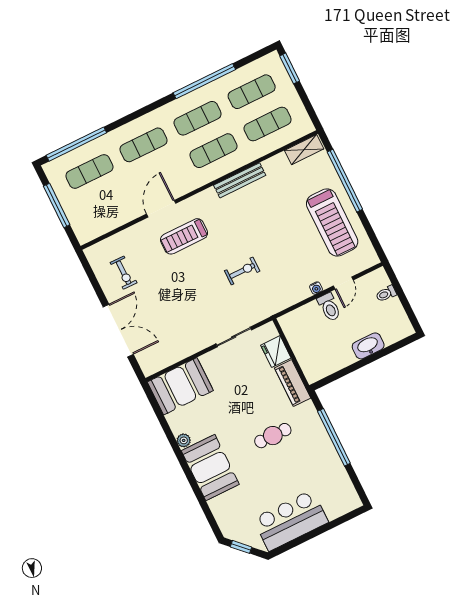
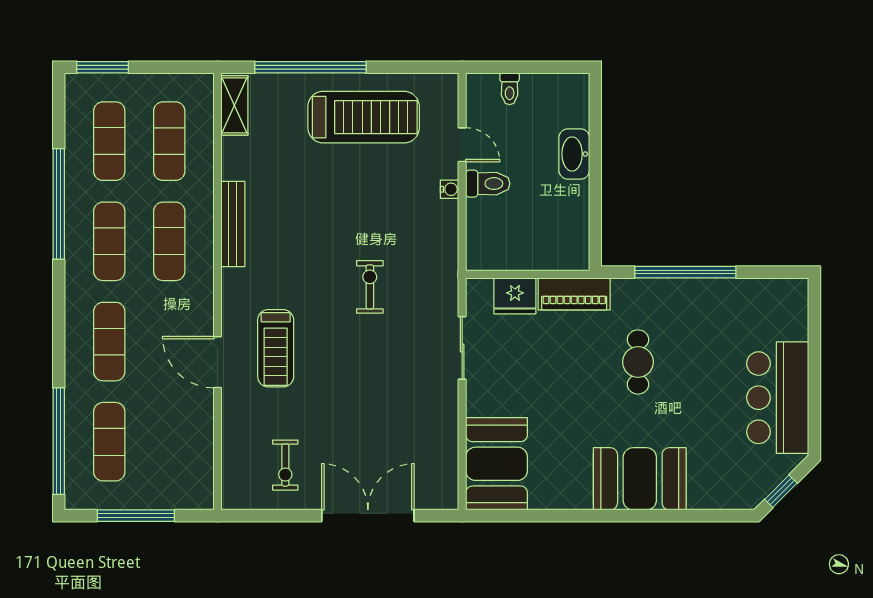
exercise bike: (124, 273) -> (285, 465), turned 90
plant: (184, 440) -> (580, 499), removed

